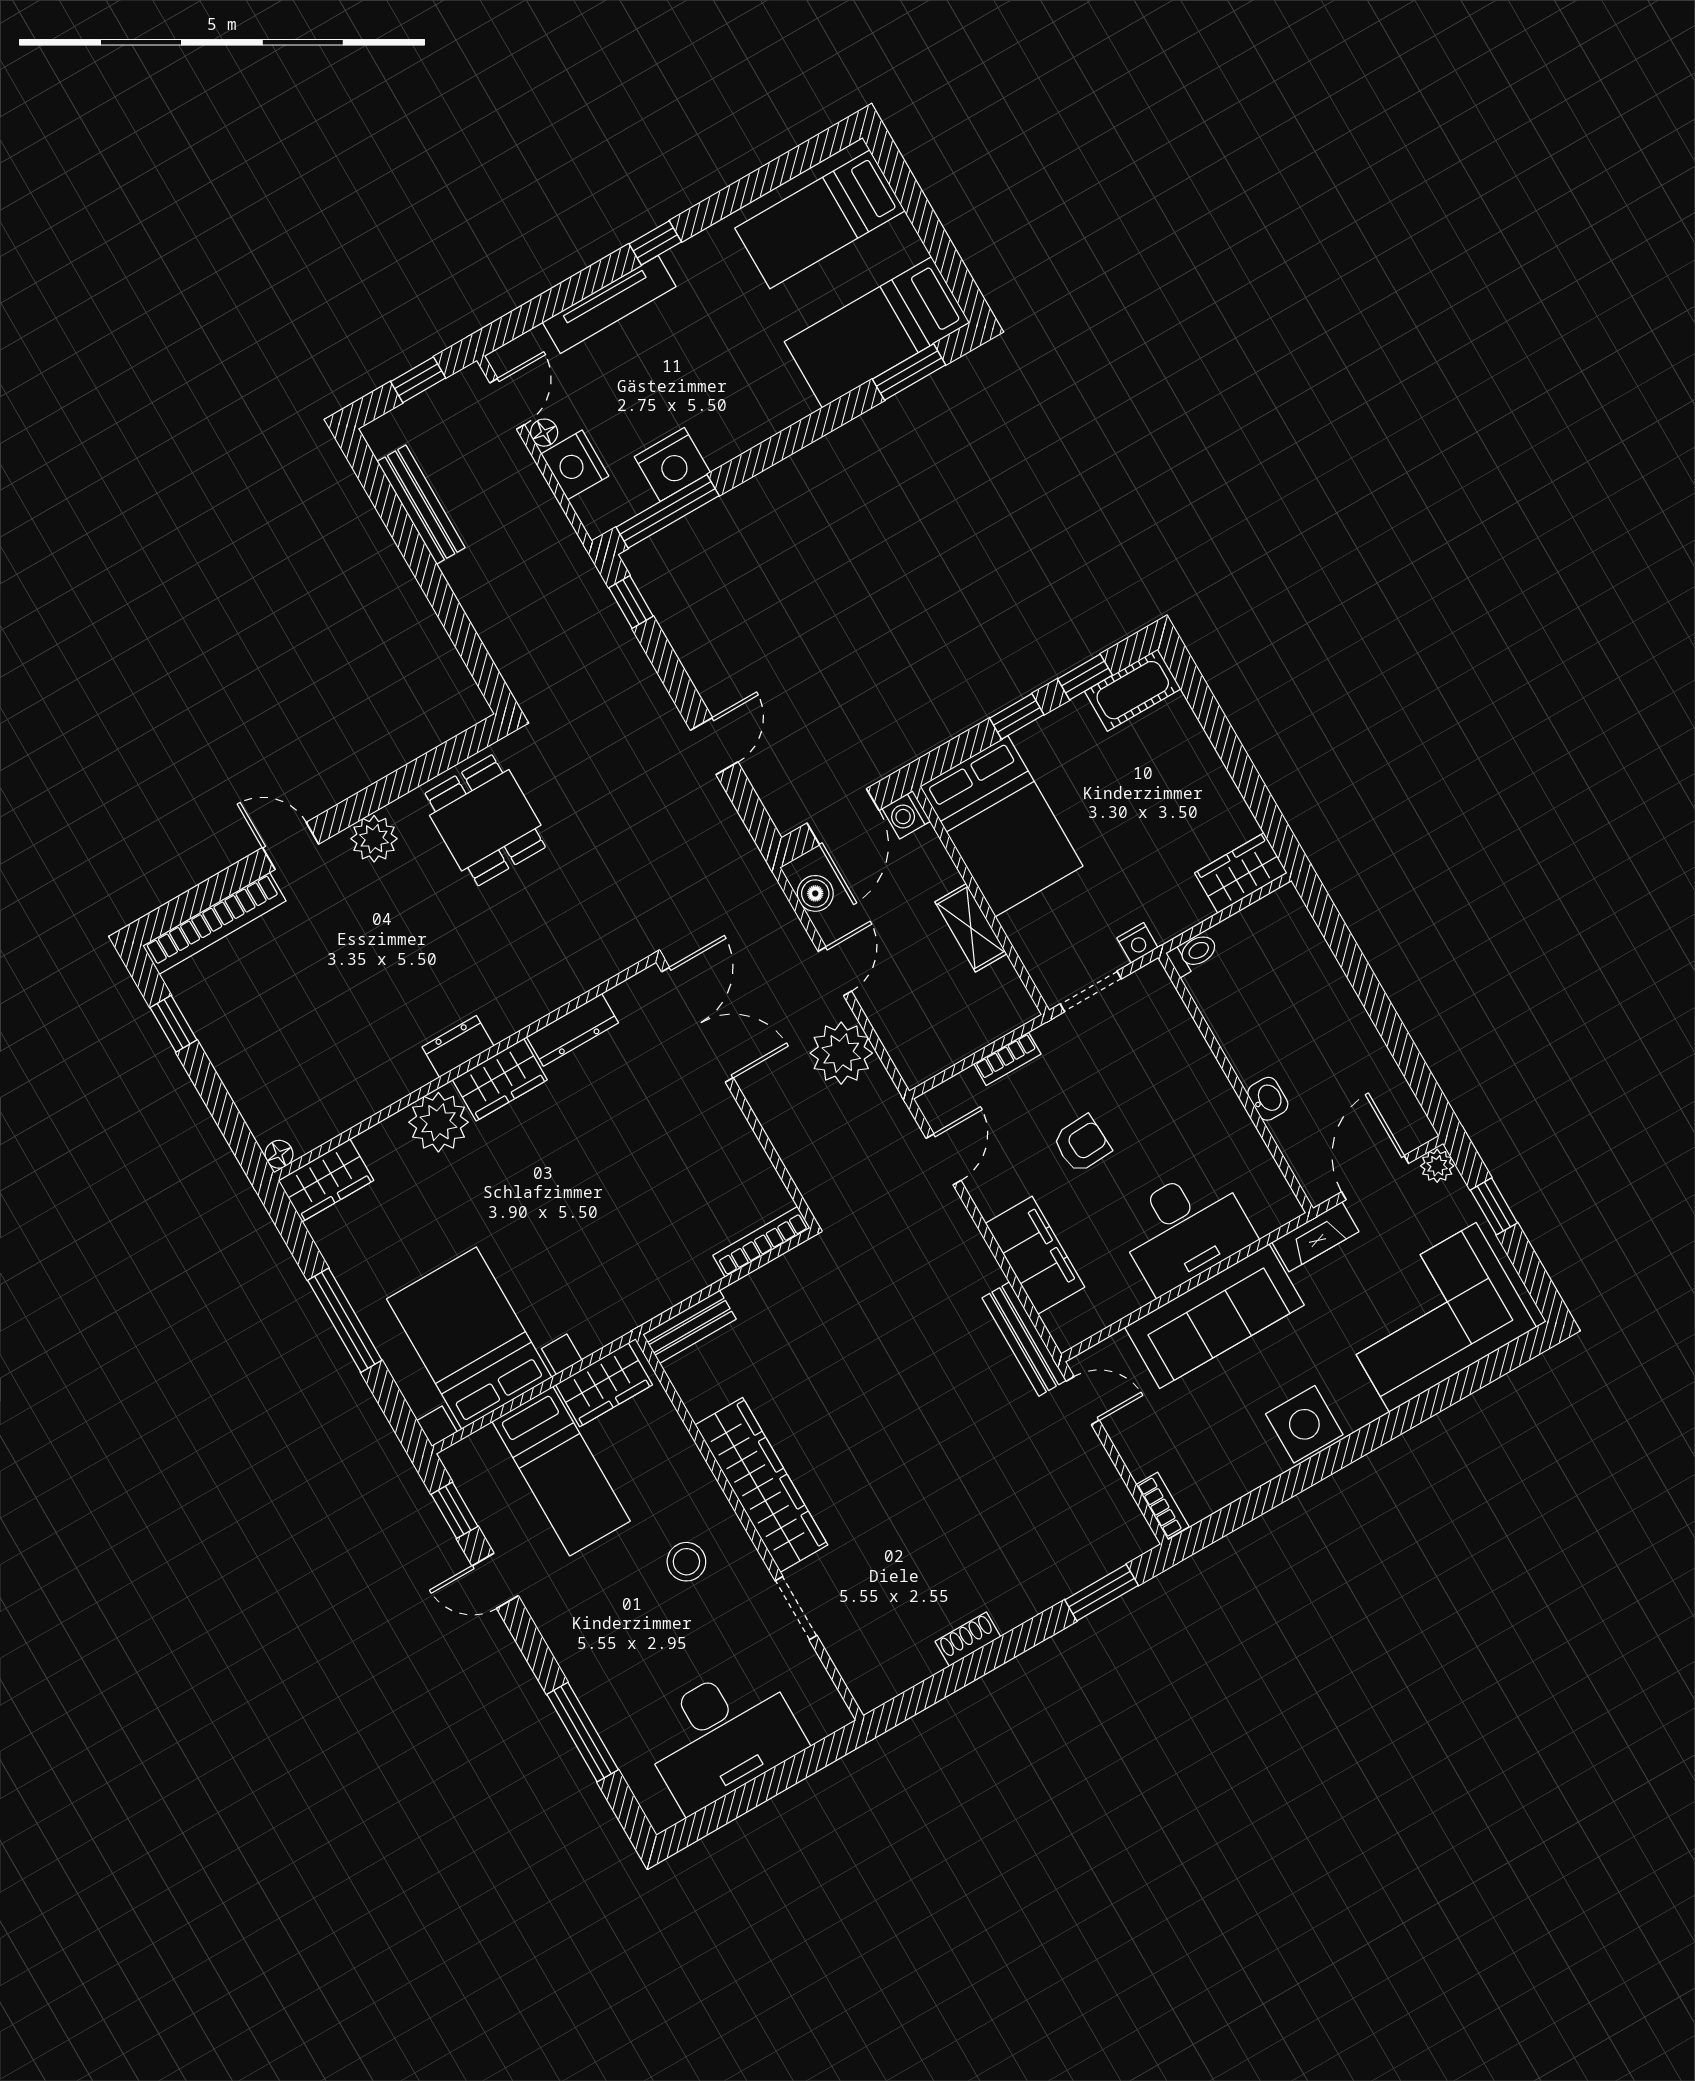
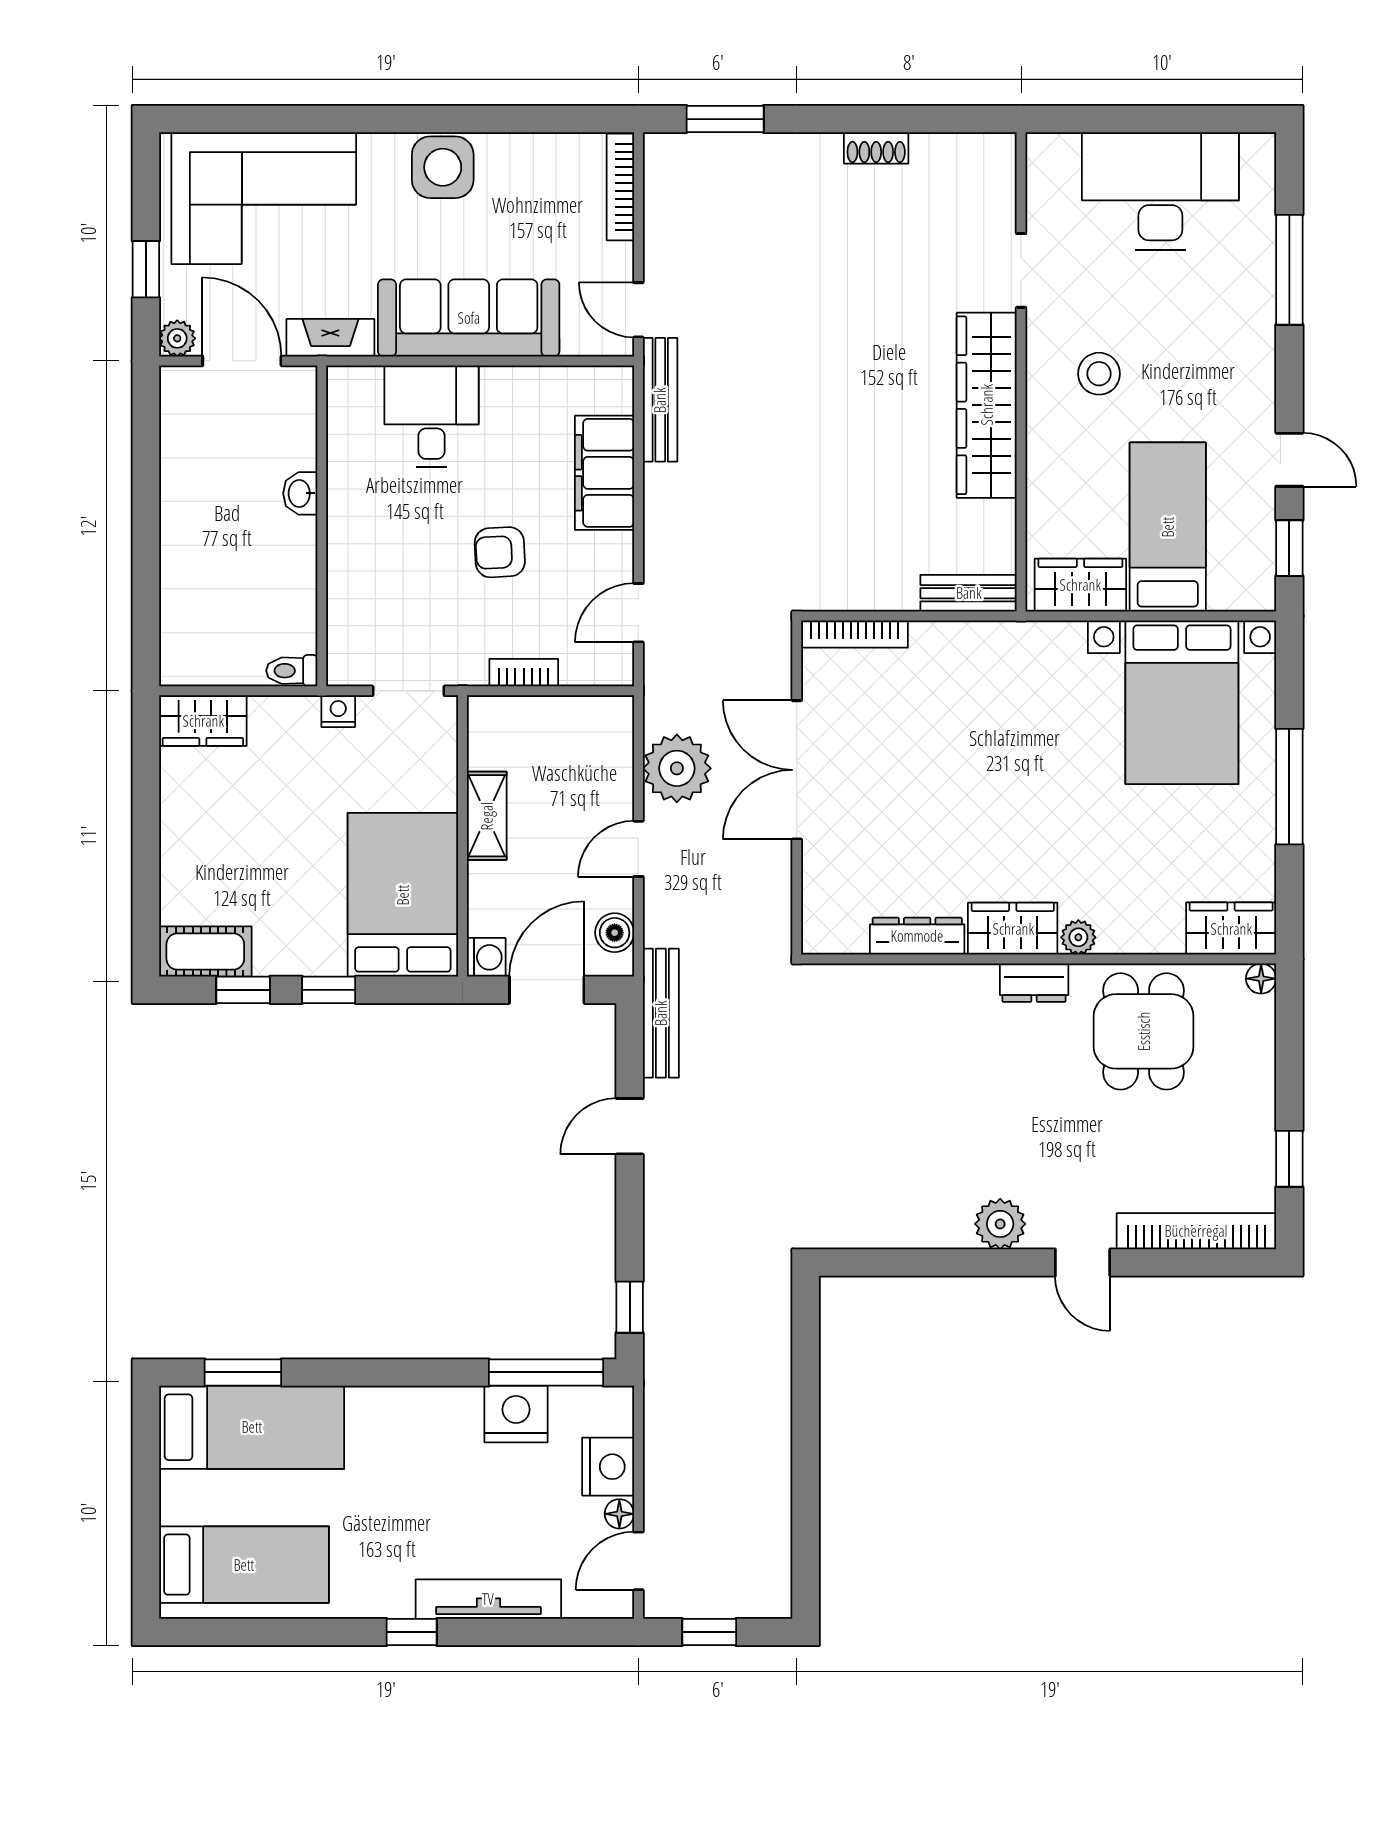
bench: (421, 505) -> (661, 1013), moved
dining table: (485, 820) -> (1144, 1031), moved
double door: (697, 1025) -> (797, 770), moved
plant: (438, 1122) -> (1078, 937), width x0.53, depth x0.53
door: (1375, 1178) -> (242, 361), swing flipped
desk: (1185, 1229) -> (431, 416), width x0.73
bookcase: (1162, 1506) -> (620, 187), width x1.56

